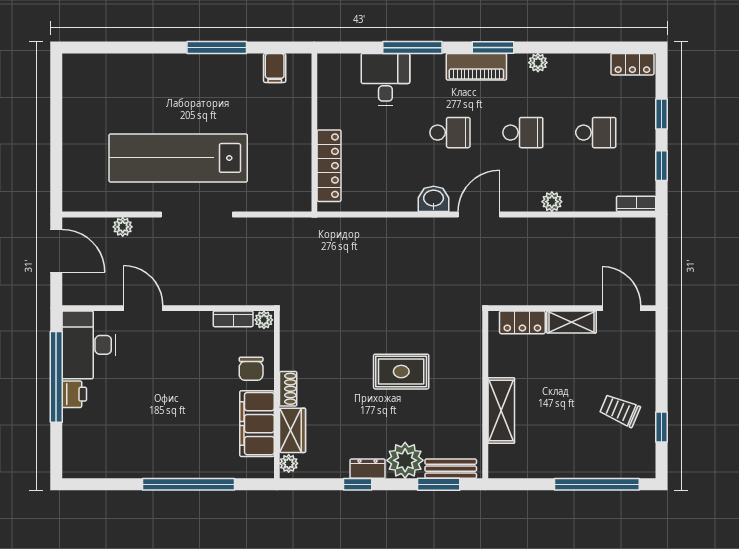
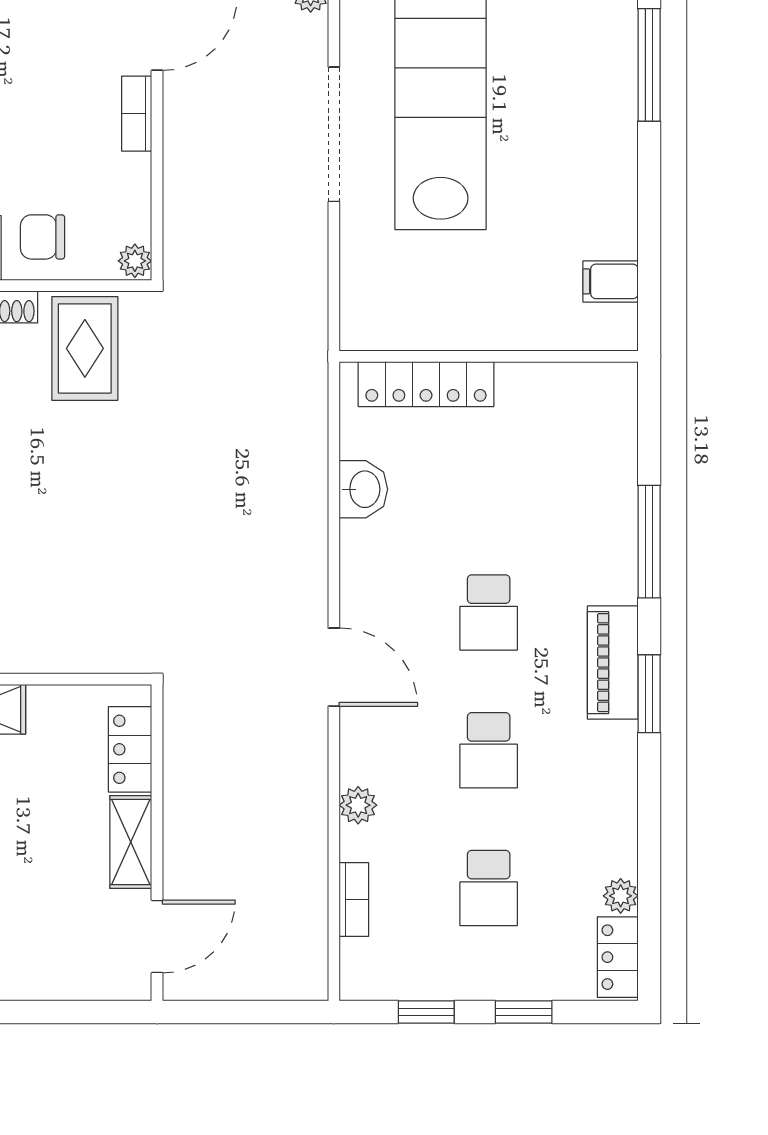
window: (217, 48) -> (649, 65), moved
plant: (538, 63) -> (621, 896), moved
desk: (385, 79) -> (589, 491), removed
washbasin: (434, 199) -> (363, 489), moved
bookcase: (636, 204) -> (354, 900), moved
bookcase: (233, 319) -> (137, 114), moved
rug: (401, 372) -> (85, 348), moved

